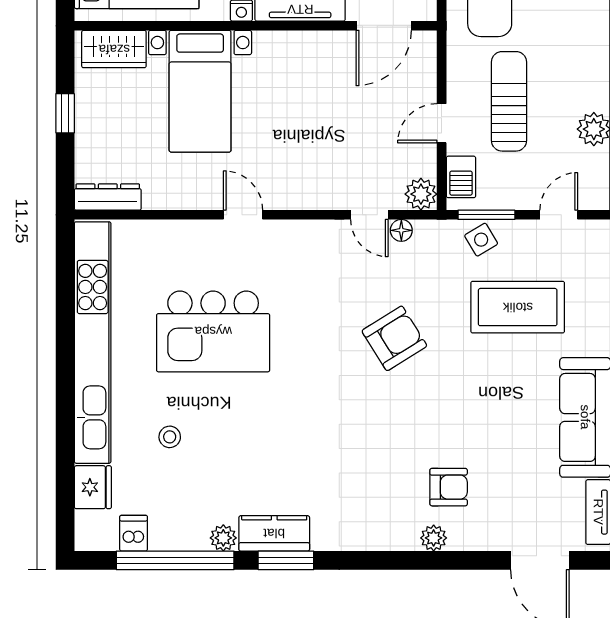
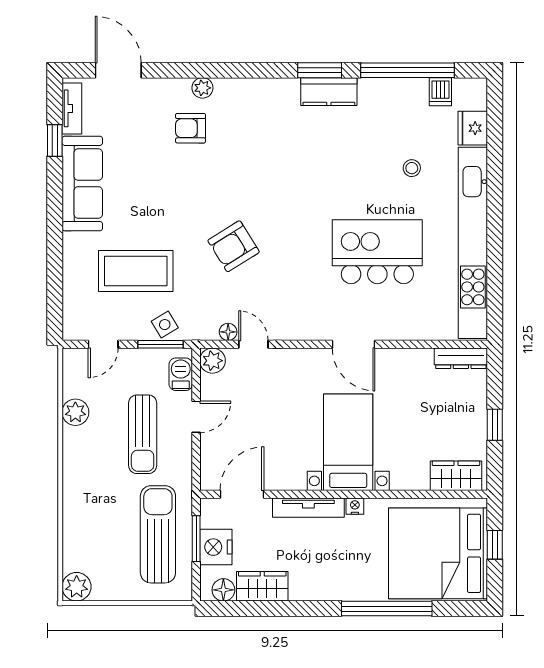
bed with nightstands: (200, 91) -> (348, 442), moved
door: (243, 215) -> (354, 344), width x1.38
plant: (223, 538) -> (369, 88), removed

